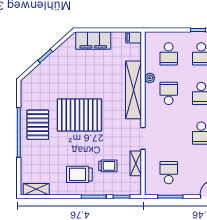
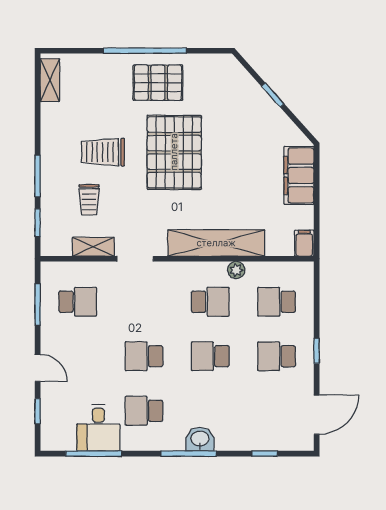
trolley: (79, 174) -> (103, 152), moved, turned -90

